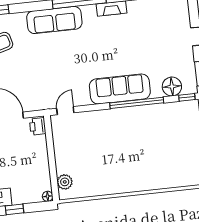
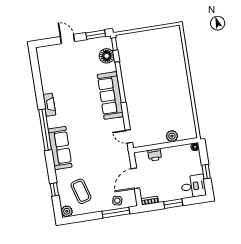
printer: (38, 126) -> (155, 155), moved
plant: (65, 182) -> (172, 136), moved

